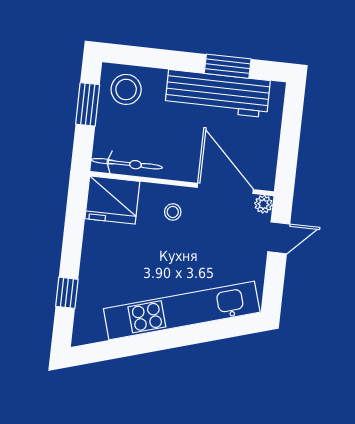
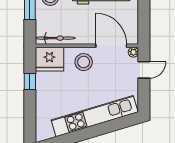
stool: (173, 212) -> (84, 62), width x1.89, depth x1.89
window: (67, 293) -> (30, 81), moved

